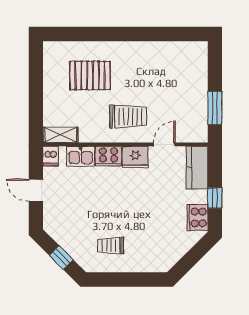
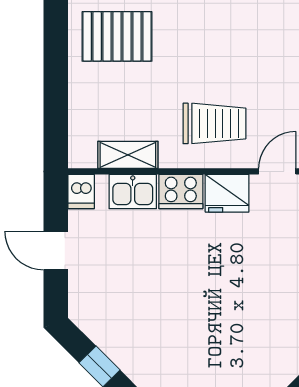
pallet: (90, 75) -> (117, 36), moved
shelving: (60, 135) -> (128, 155), moved
trolley: (111, 245) -> (185, 346), removed

